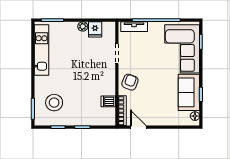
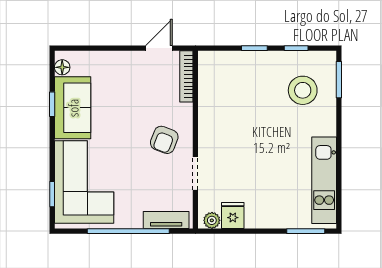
plant: (83, 26) -> (212, 220), moved
armchair: (130, 82) -> (164, 140), moved
dishwasher: (108, 101) -> (210, 92), removed
door: (138, 127) -> (159, 48), swing flipped

